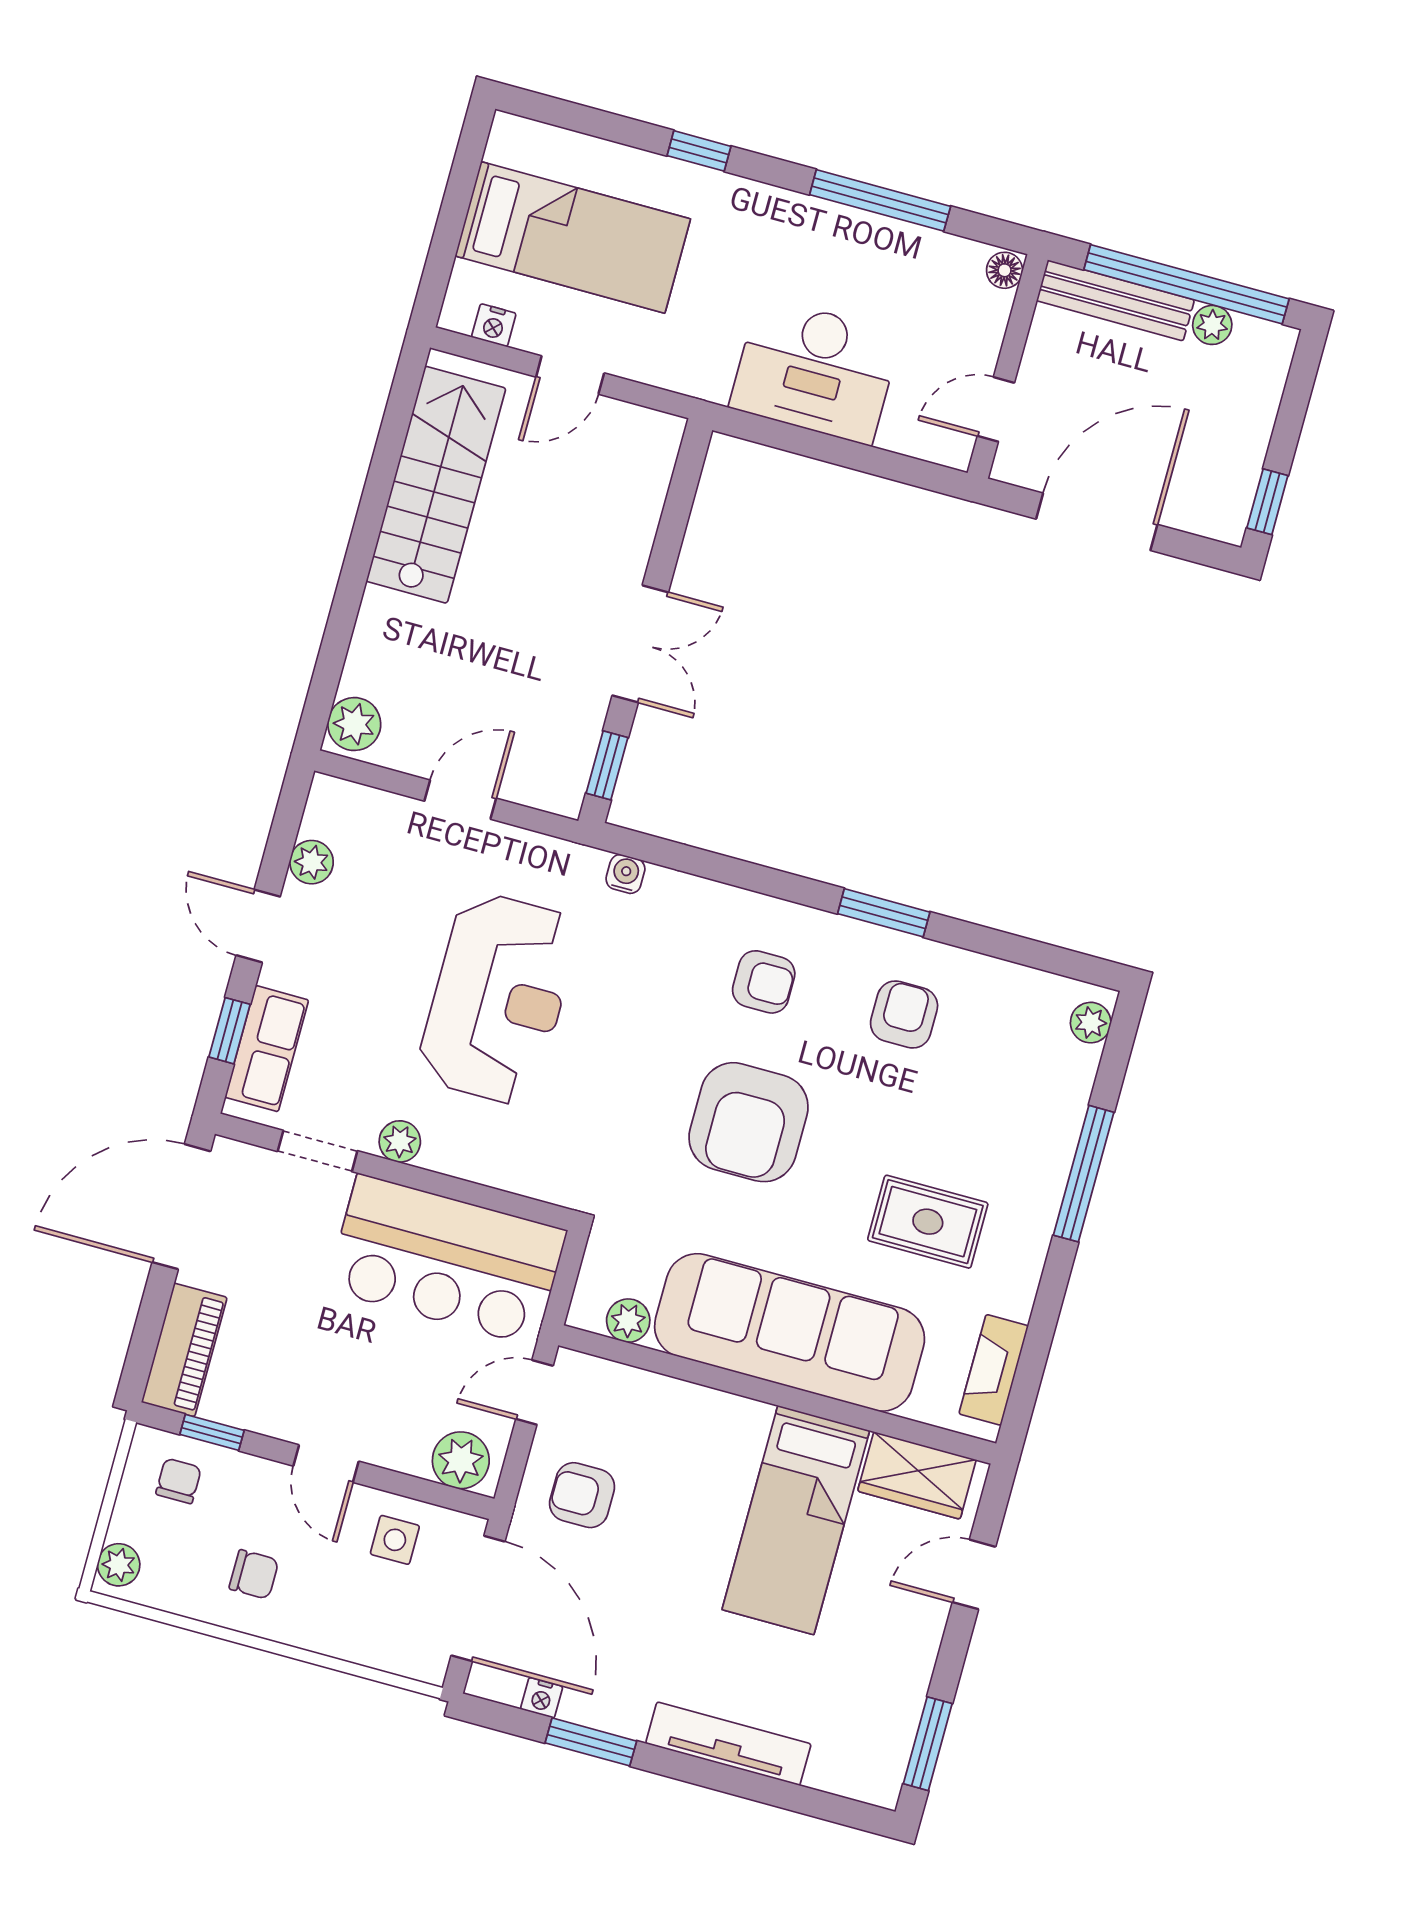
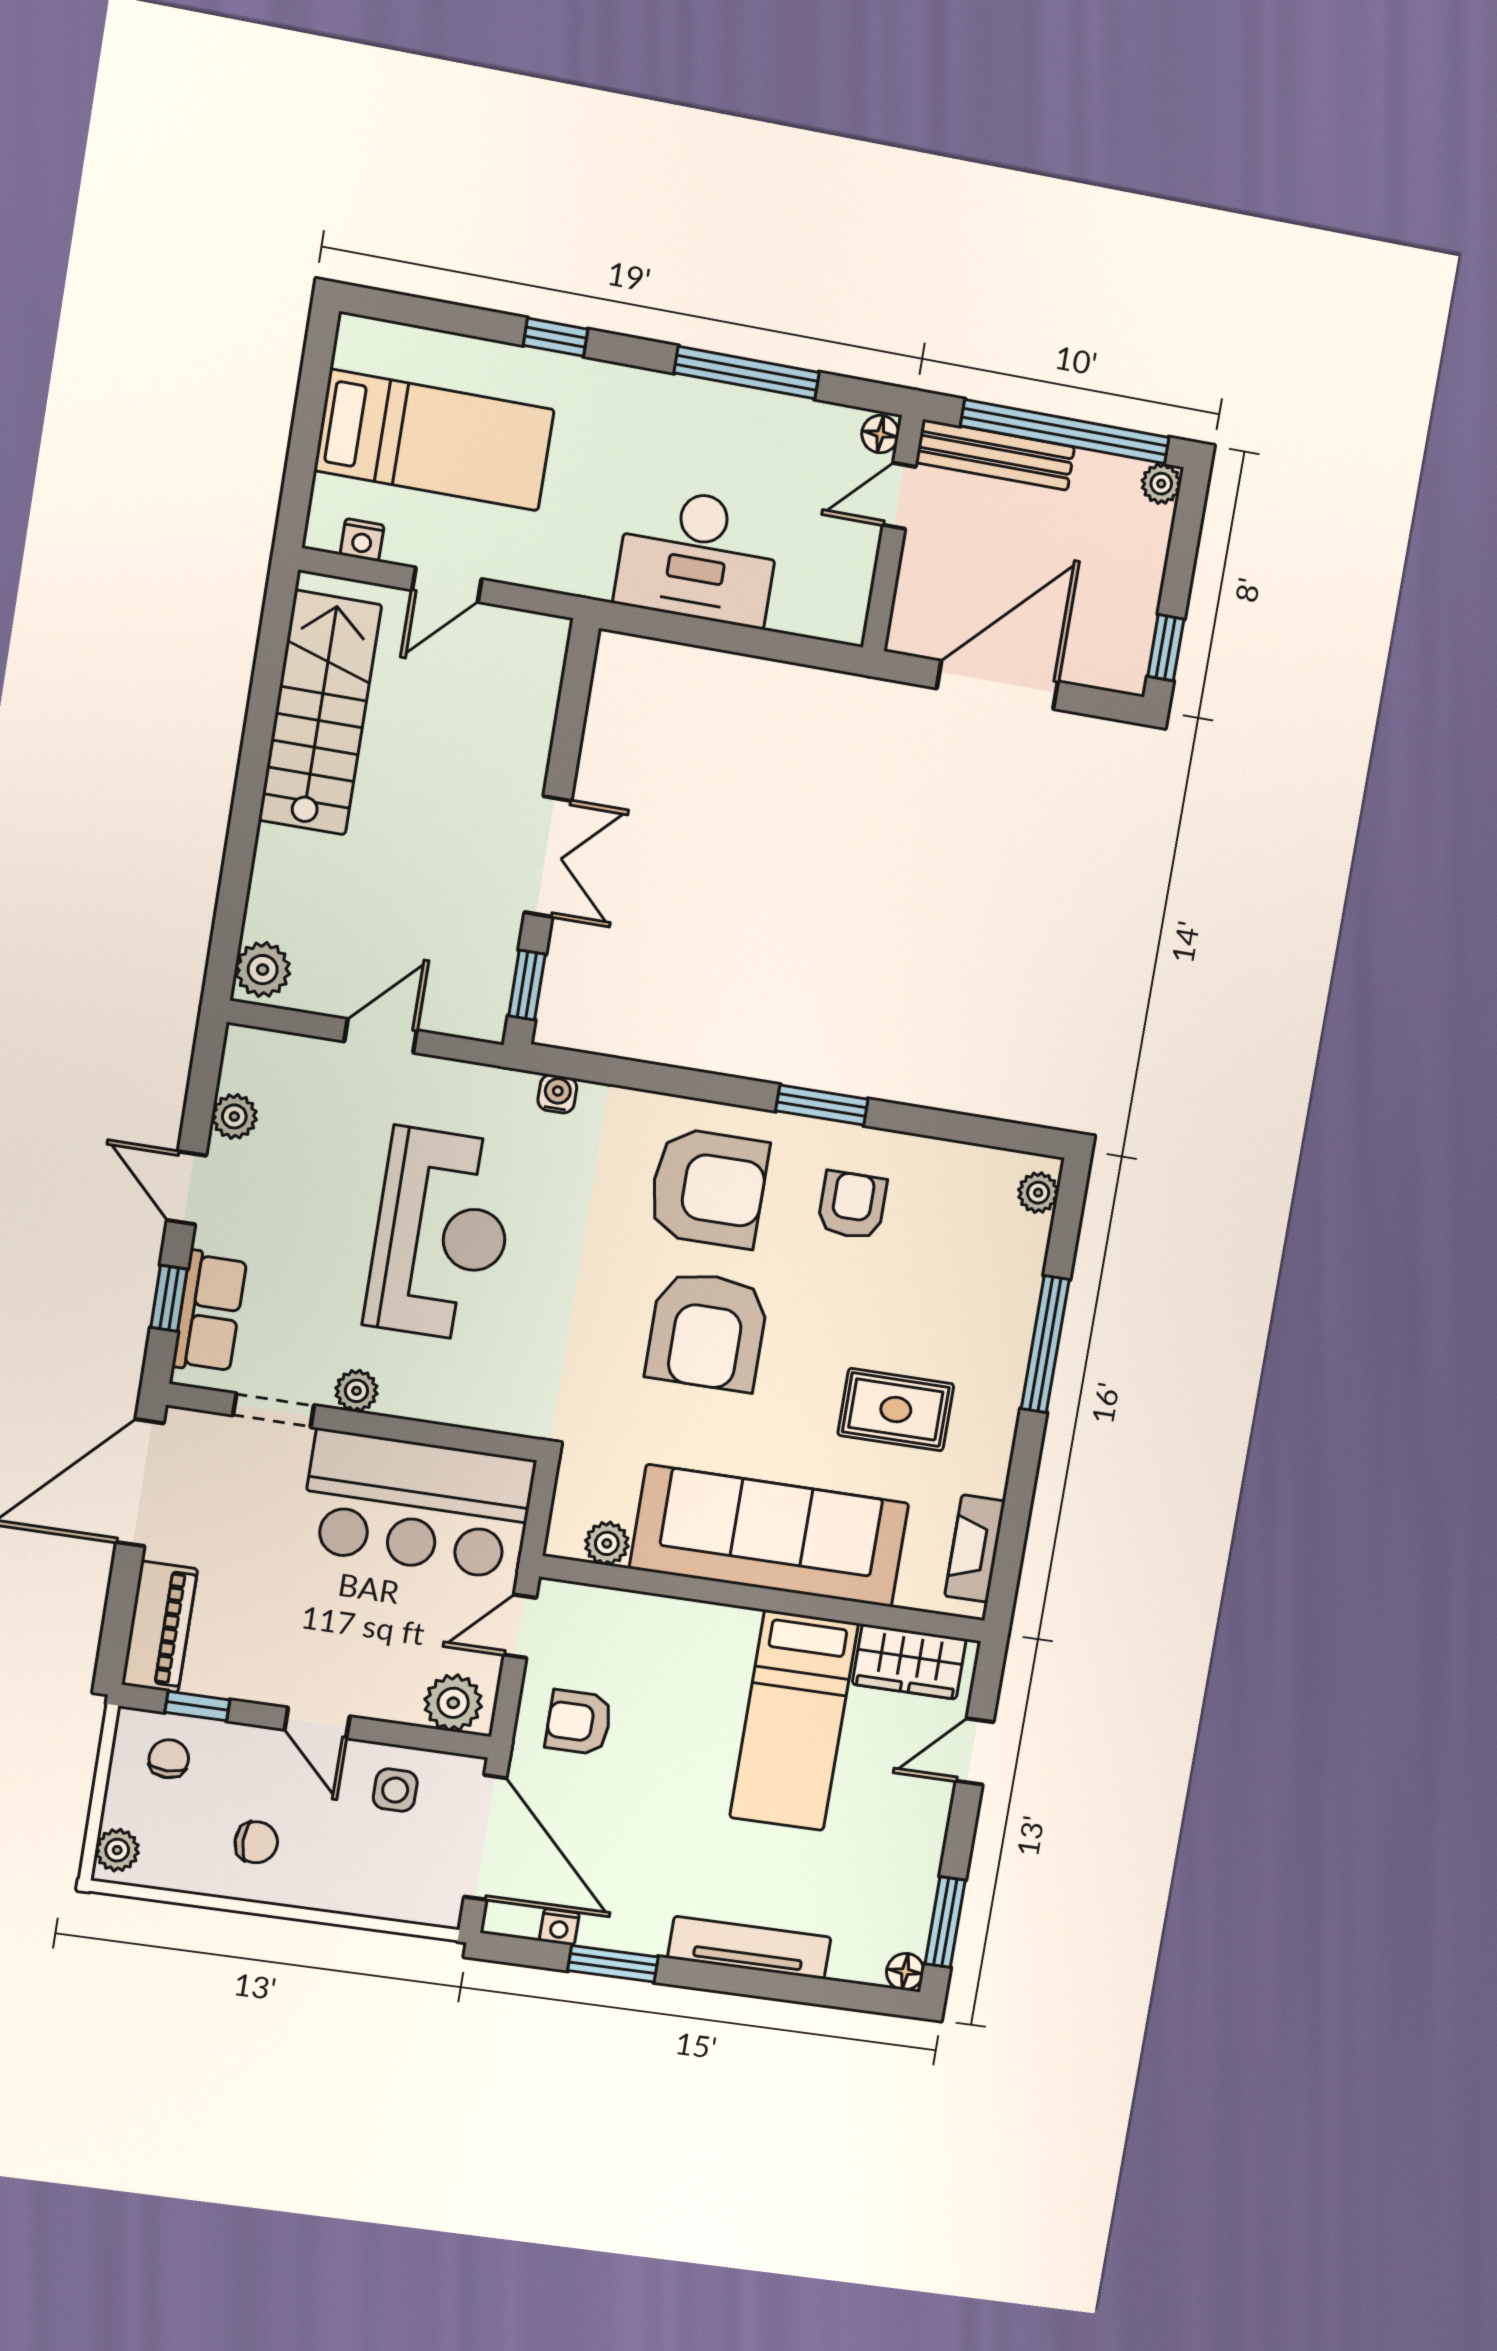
plant: (1212, 325) -> (1161, 484), moved
door: (996, 409) -> (899, 496), moved
armchair: (764, 982) -> (708, 1188), width x1.88, depth x1.88
floor lamp: (882, 1789) -> (905, 1972), added

